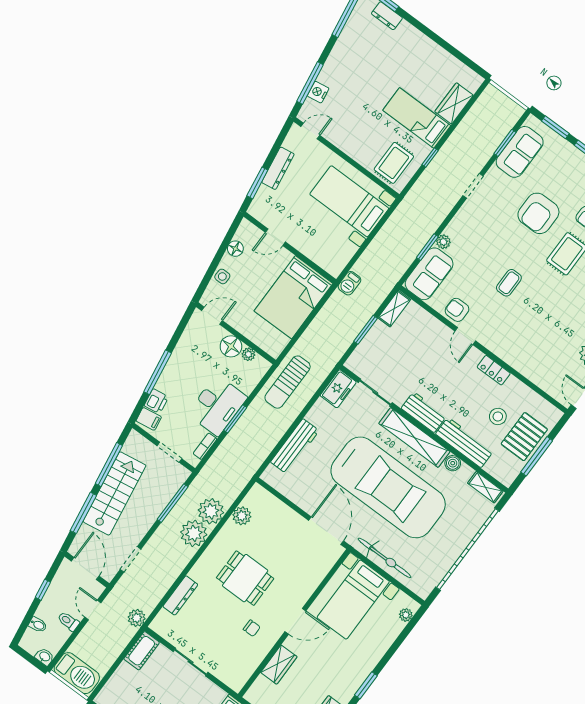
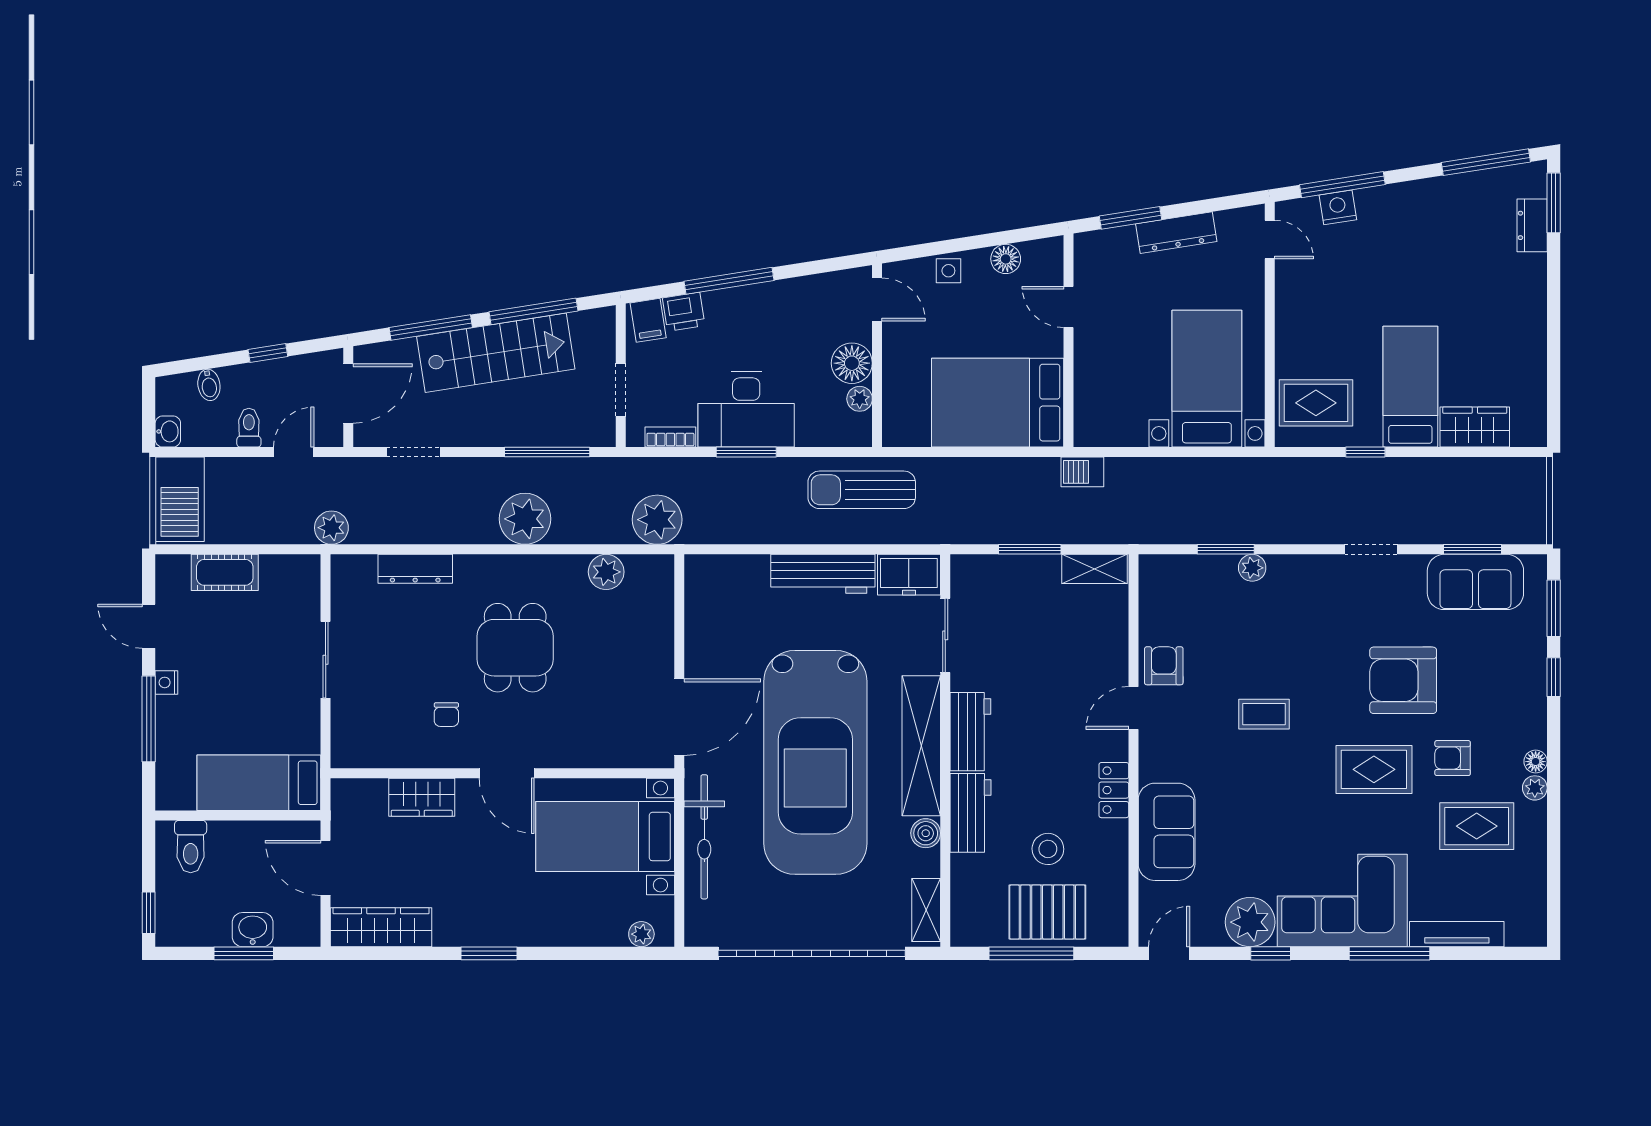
sofa: (429, 274) -> (1167, 832), moved, turned -90
workbench: (464, 442) -> (970, 813), width x0.73
workbench: (295, 446) -> (823, 574), moved
plant: (211, 511) -> (657, 520), moved
cot: (142, 651) -> (225, 572), moved

